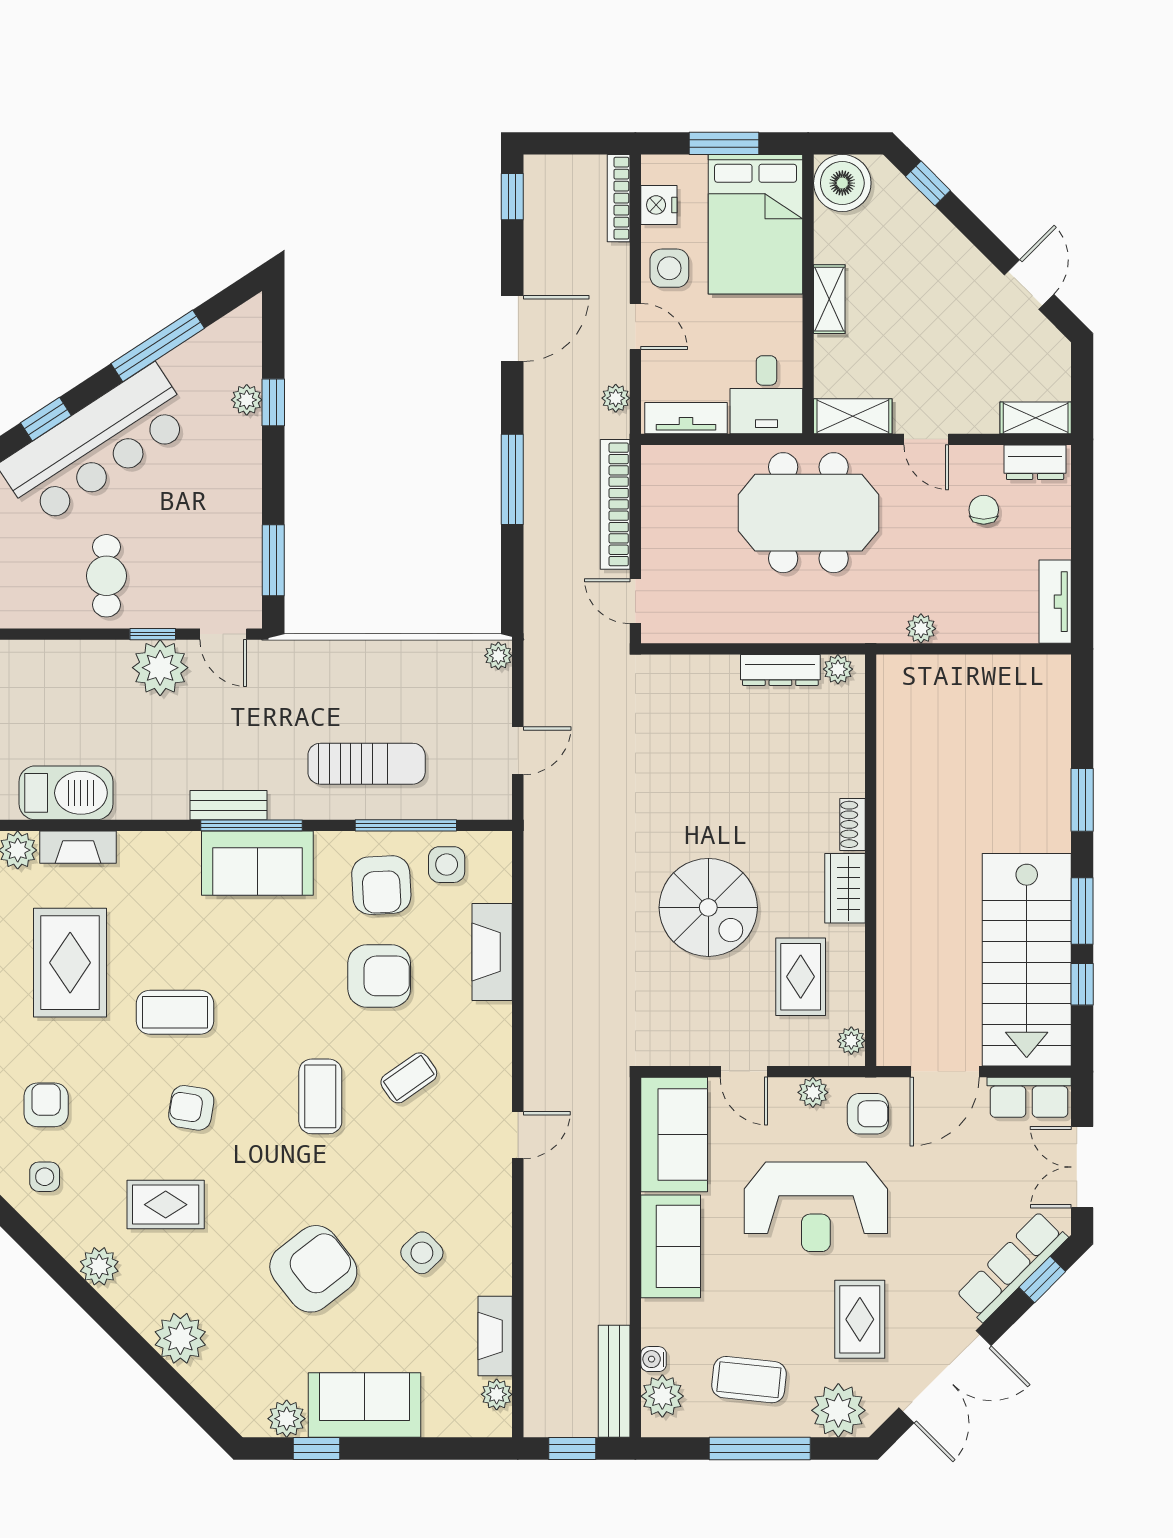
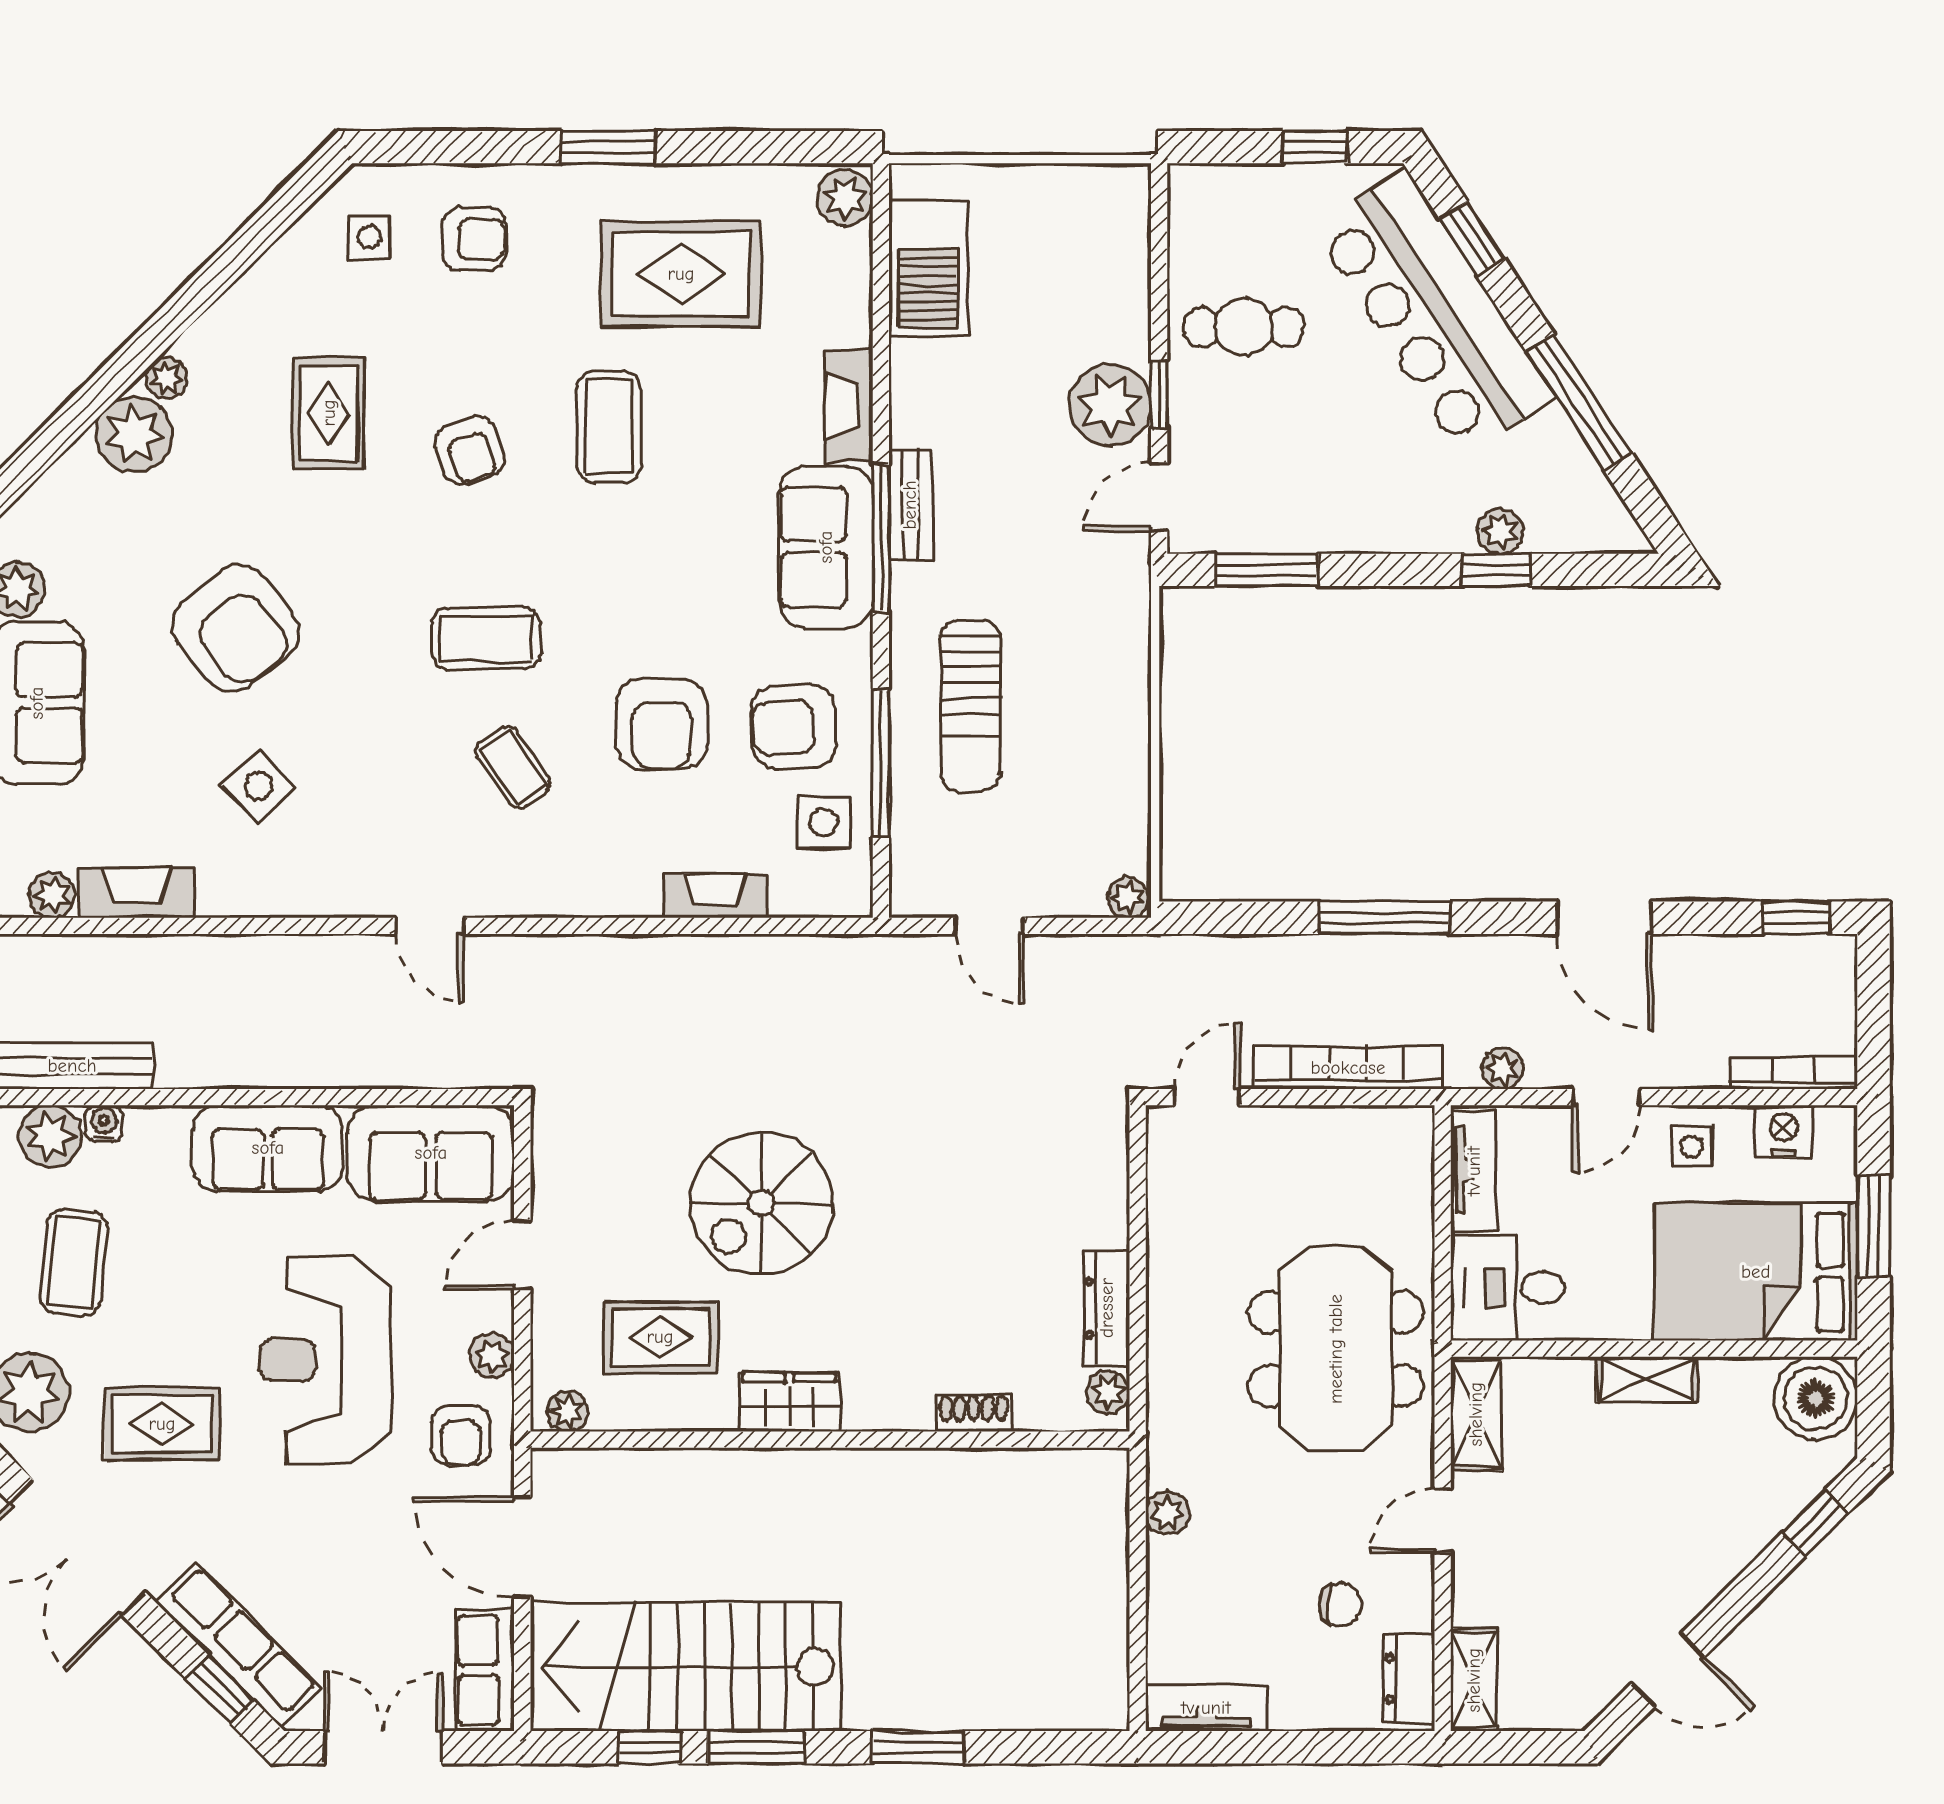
side table: (669, 268) -> (1692, 1146), width x0.73, depth x0.73
shoe rack: (852, 824) -> (974, 1413), moved
fireplace: (78, 847) -> (849, 406), moved
fireplace: (492, 952) -> (715, 896), width x0.73, depth x0.76
armchair: (191, 1108) -> (470, 450), turned 152
plant: (99, 1266) -> (166, 378), moved, width x0.73, depth x0.73

